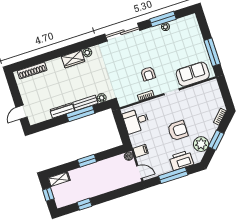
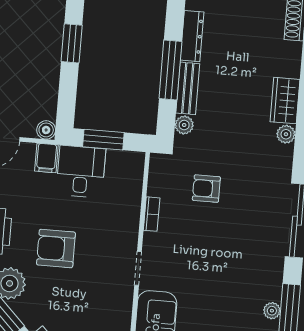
armchair: (148, 74) -> (206, 189), moved
desk: (136, 121) -> (81, 172), moved
window: (123, 130) -> (103, 140), added
armchair: (178, 130) -> (56, 249), turned 90

